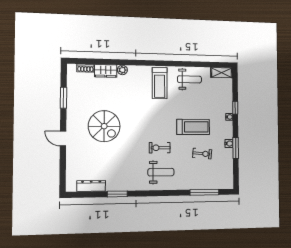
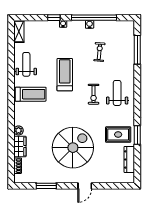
spiral stairs: (104, 126) -> (73, 148), width x1.37, depth x1.37
treadmill: (193, 127) -> (65, 75), moved
window: (236, 148) -> (94, 18), width x2.11
rug: (118, 174) -> (118, 135), added

